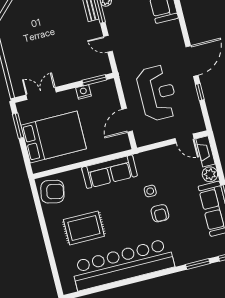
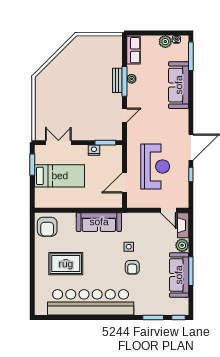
door: (108, 44) -> (124, 115), swing flipped
bed: (54, 137) -> (60, 176), width x0.67
armchair: (52, 192) -> (47, 227), turned 78

